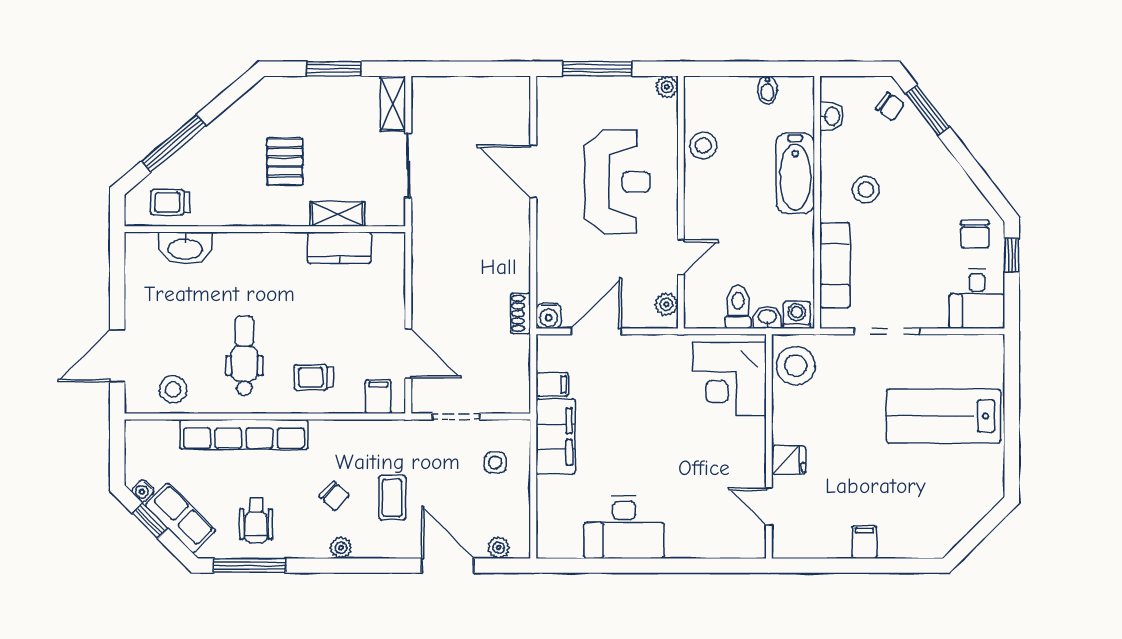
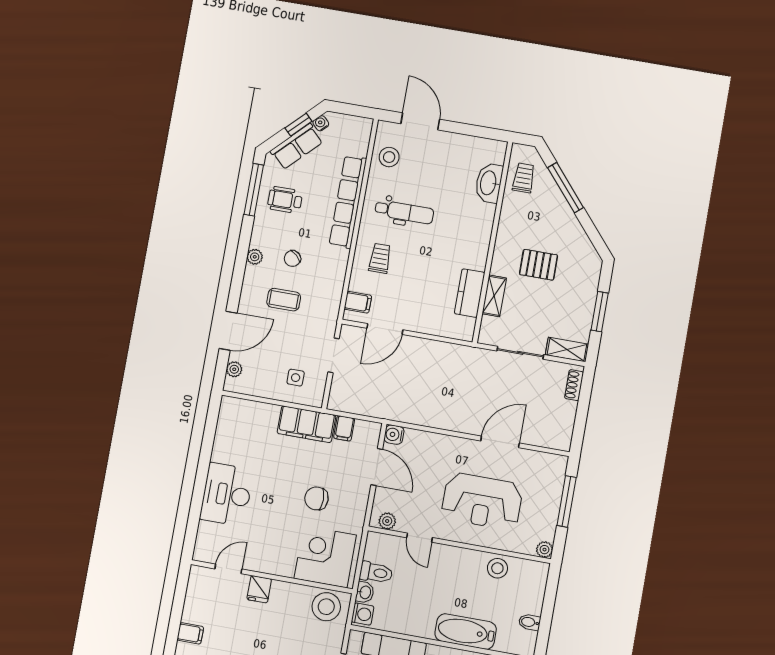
shoe rack: (520, 313) -> (574, 385), moved, turned -90
chair: (653, 405) -> (316, 498), added
desk: (624, 527) -> (227, 494), moved

